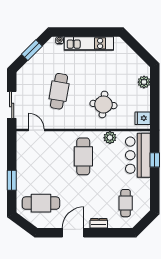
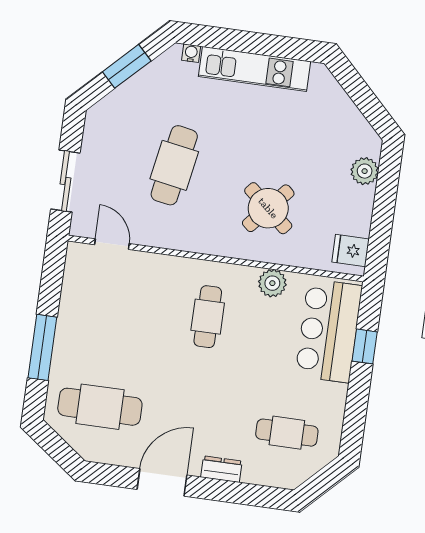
round table: (103, 104) -> (268, 208), turned 35
cafe table: (83, 156) -> (208, 317), width x0.73, depth x0.74
window: (12, 180) -> (42, 347), width x1.44
cafe table: (126, 203) -> (287, 433), turned 90

